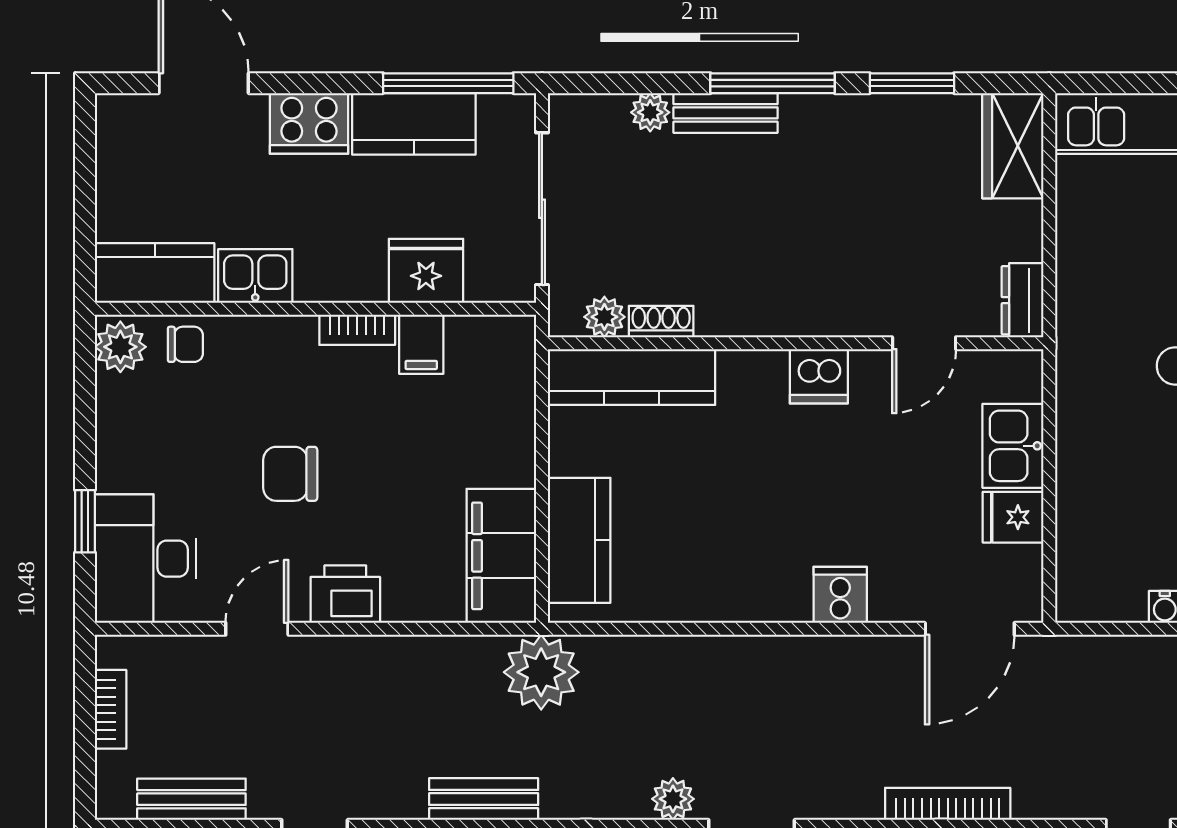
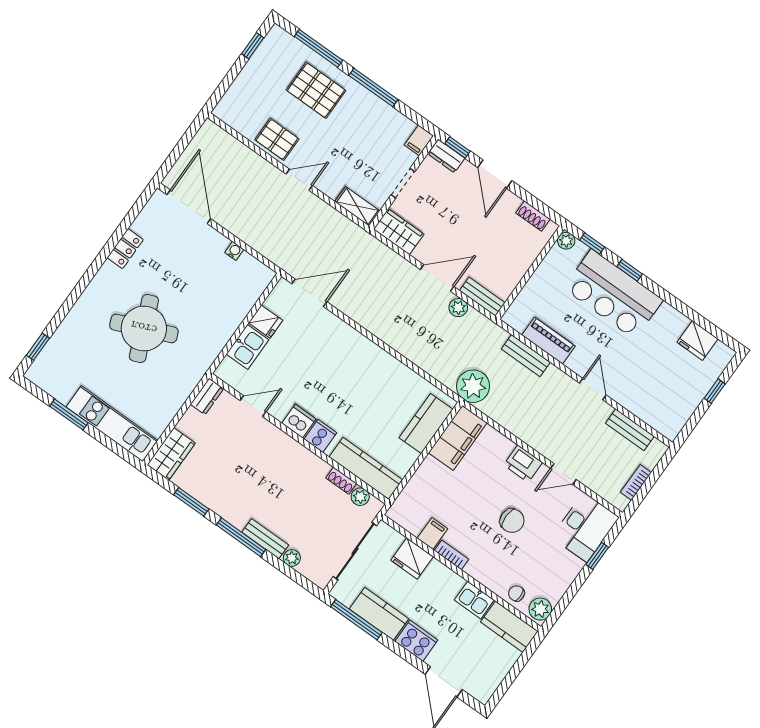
cooker: (840, 595) -> (320, 436), moved, turned 180
bookcase: (948, 804) -> (362, 236), removed

